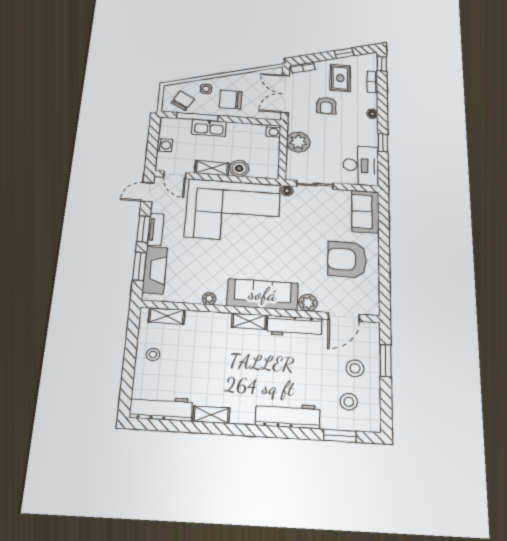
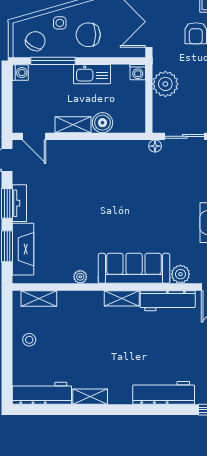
kitchen sink: (209, 128) -> (92, 74), moved
washing machine: (165, 145) -> (20, 73), moved
corner sofa: (233, 211) -> (98, 175), removed

